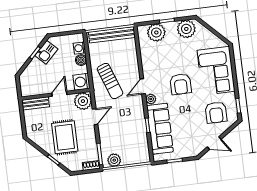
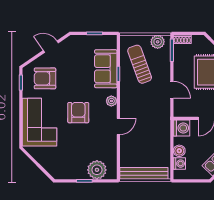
plant: (186, 29) -> (65, 170), removed
sun lounger: (110, 81) -> (140, 64), moved
door: (143, 86) -> (118, 126), moved
plant: (83, 101) -> (183, 108), removed
armchair: (216, 112) -> (45, 78), turned -90
door: (95, 117) -> (172, 90), swing flipped
sofa: (160, 129) -> (106, 69), width x0.73

